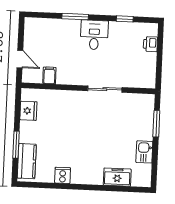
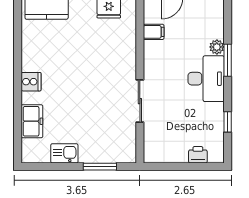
plant: (64, 25) -> (217, 47), added
desk: (94, 35) -> (206, 79), width x1.37
cooker: (63, 175) -> (31, 82), moved

